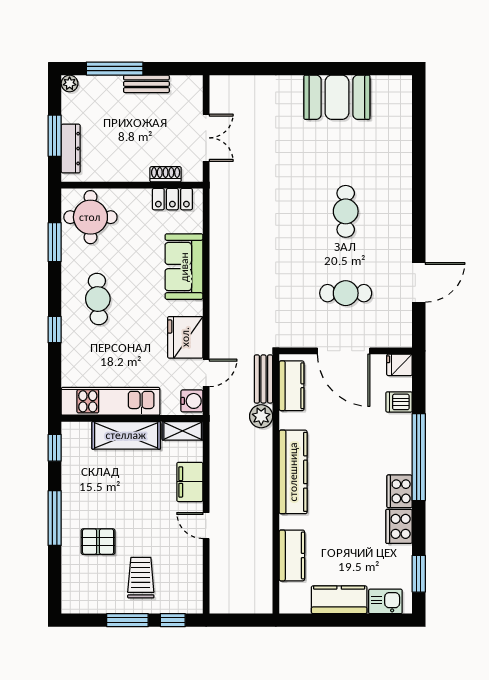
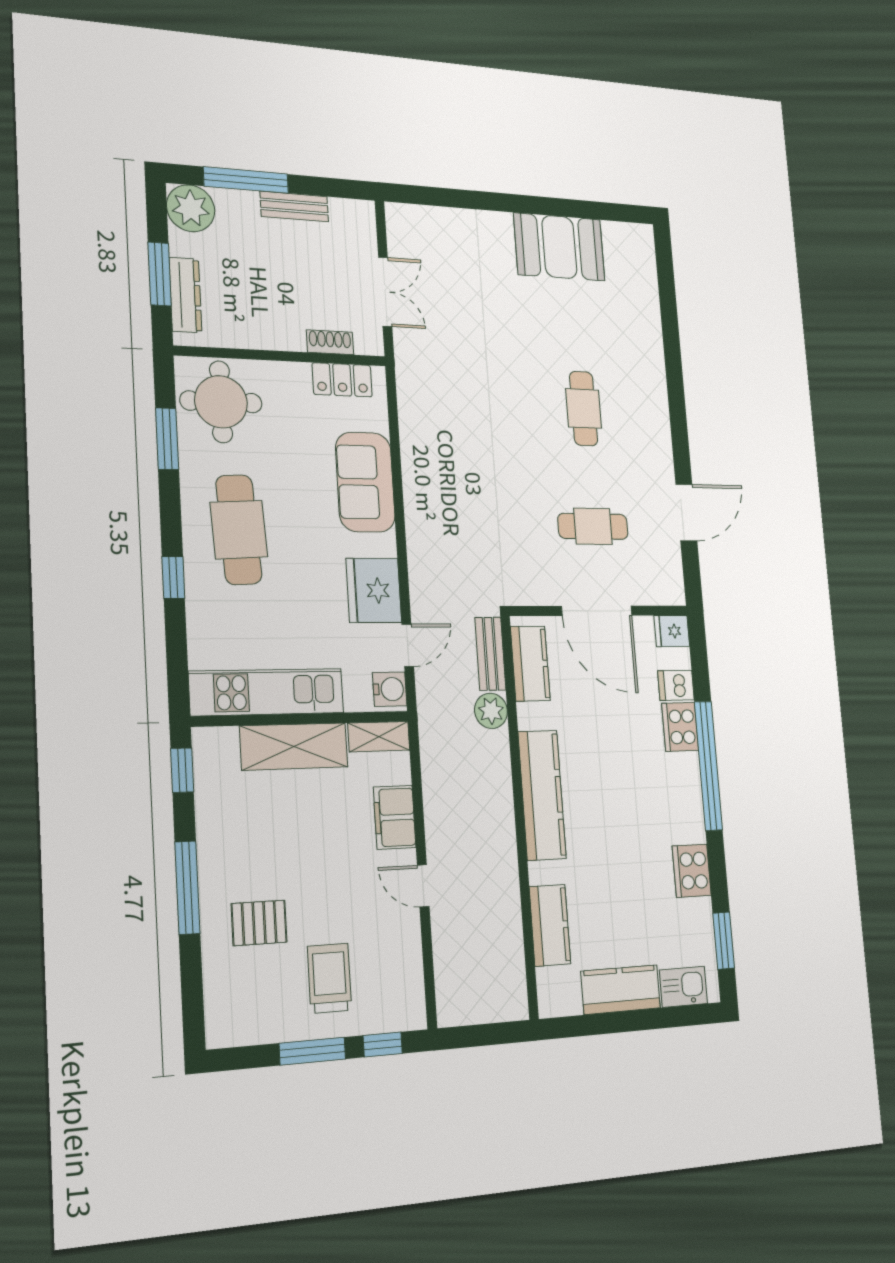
plant: (70, 83) -> (191, 208), width x1.88, depth x1.88
cafe table: (98, 299) -> (239, 530), width x1.37, depth x1.35
cooker: (400, 491) -> (680, 727), moved

